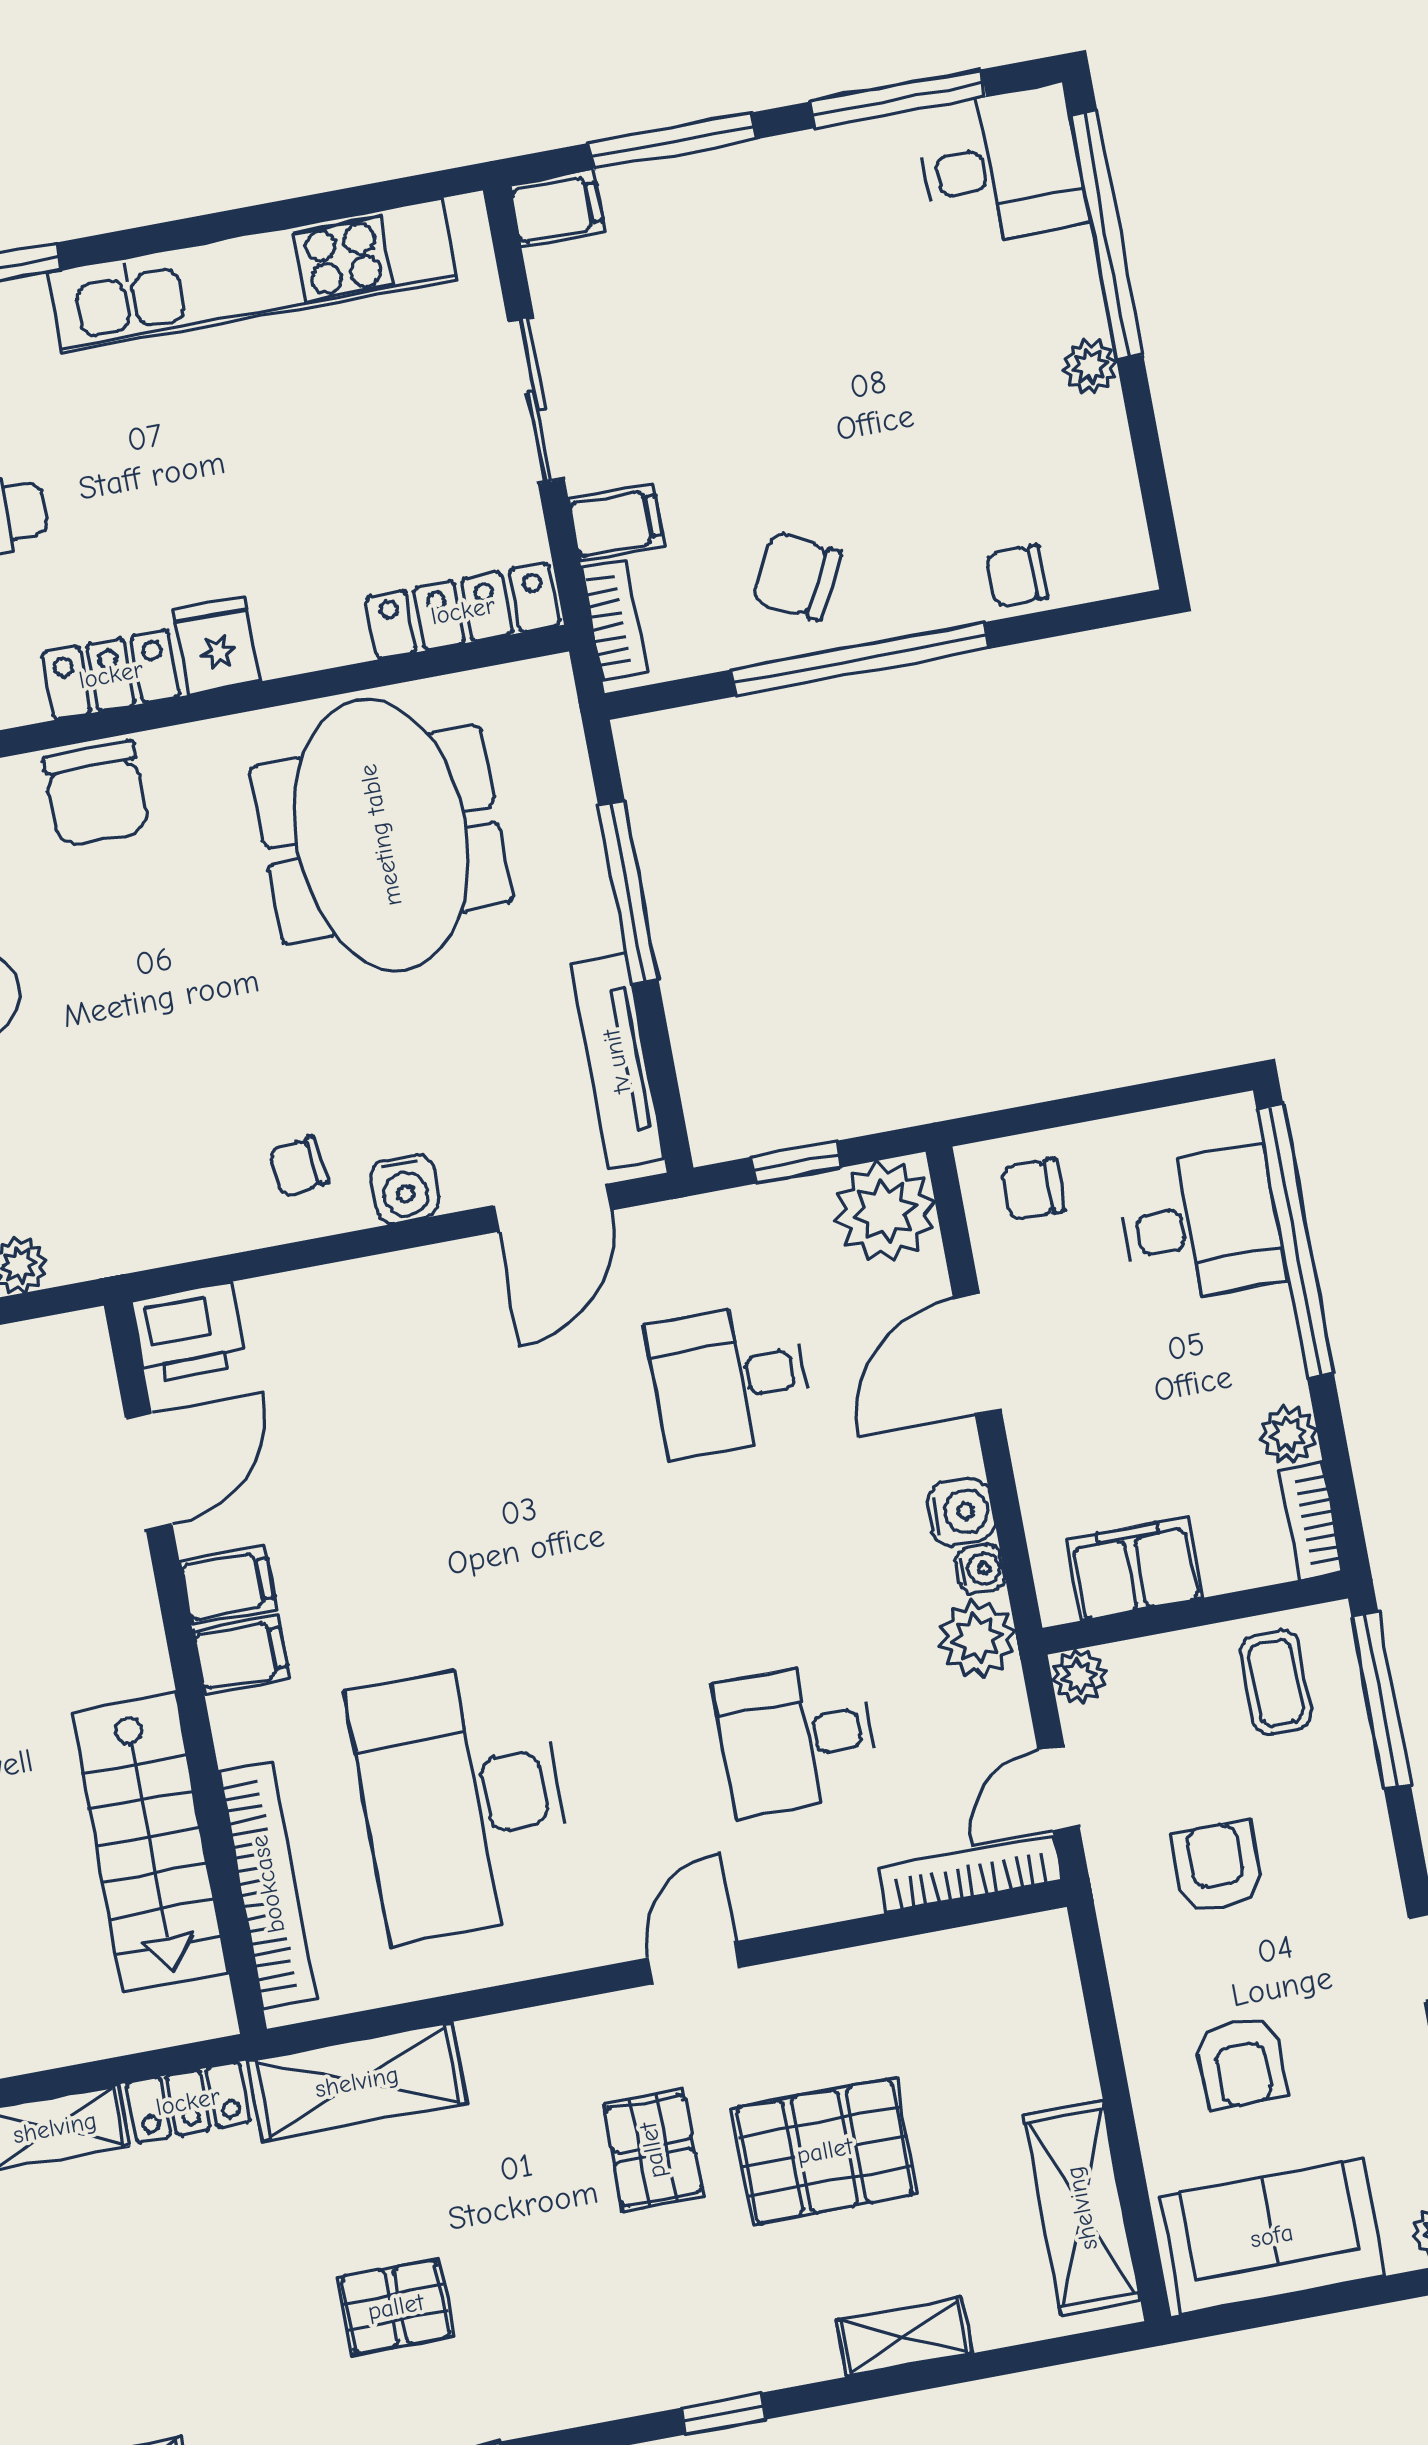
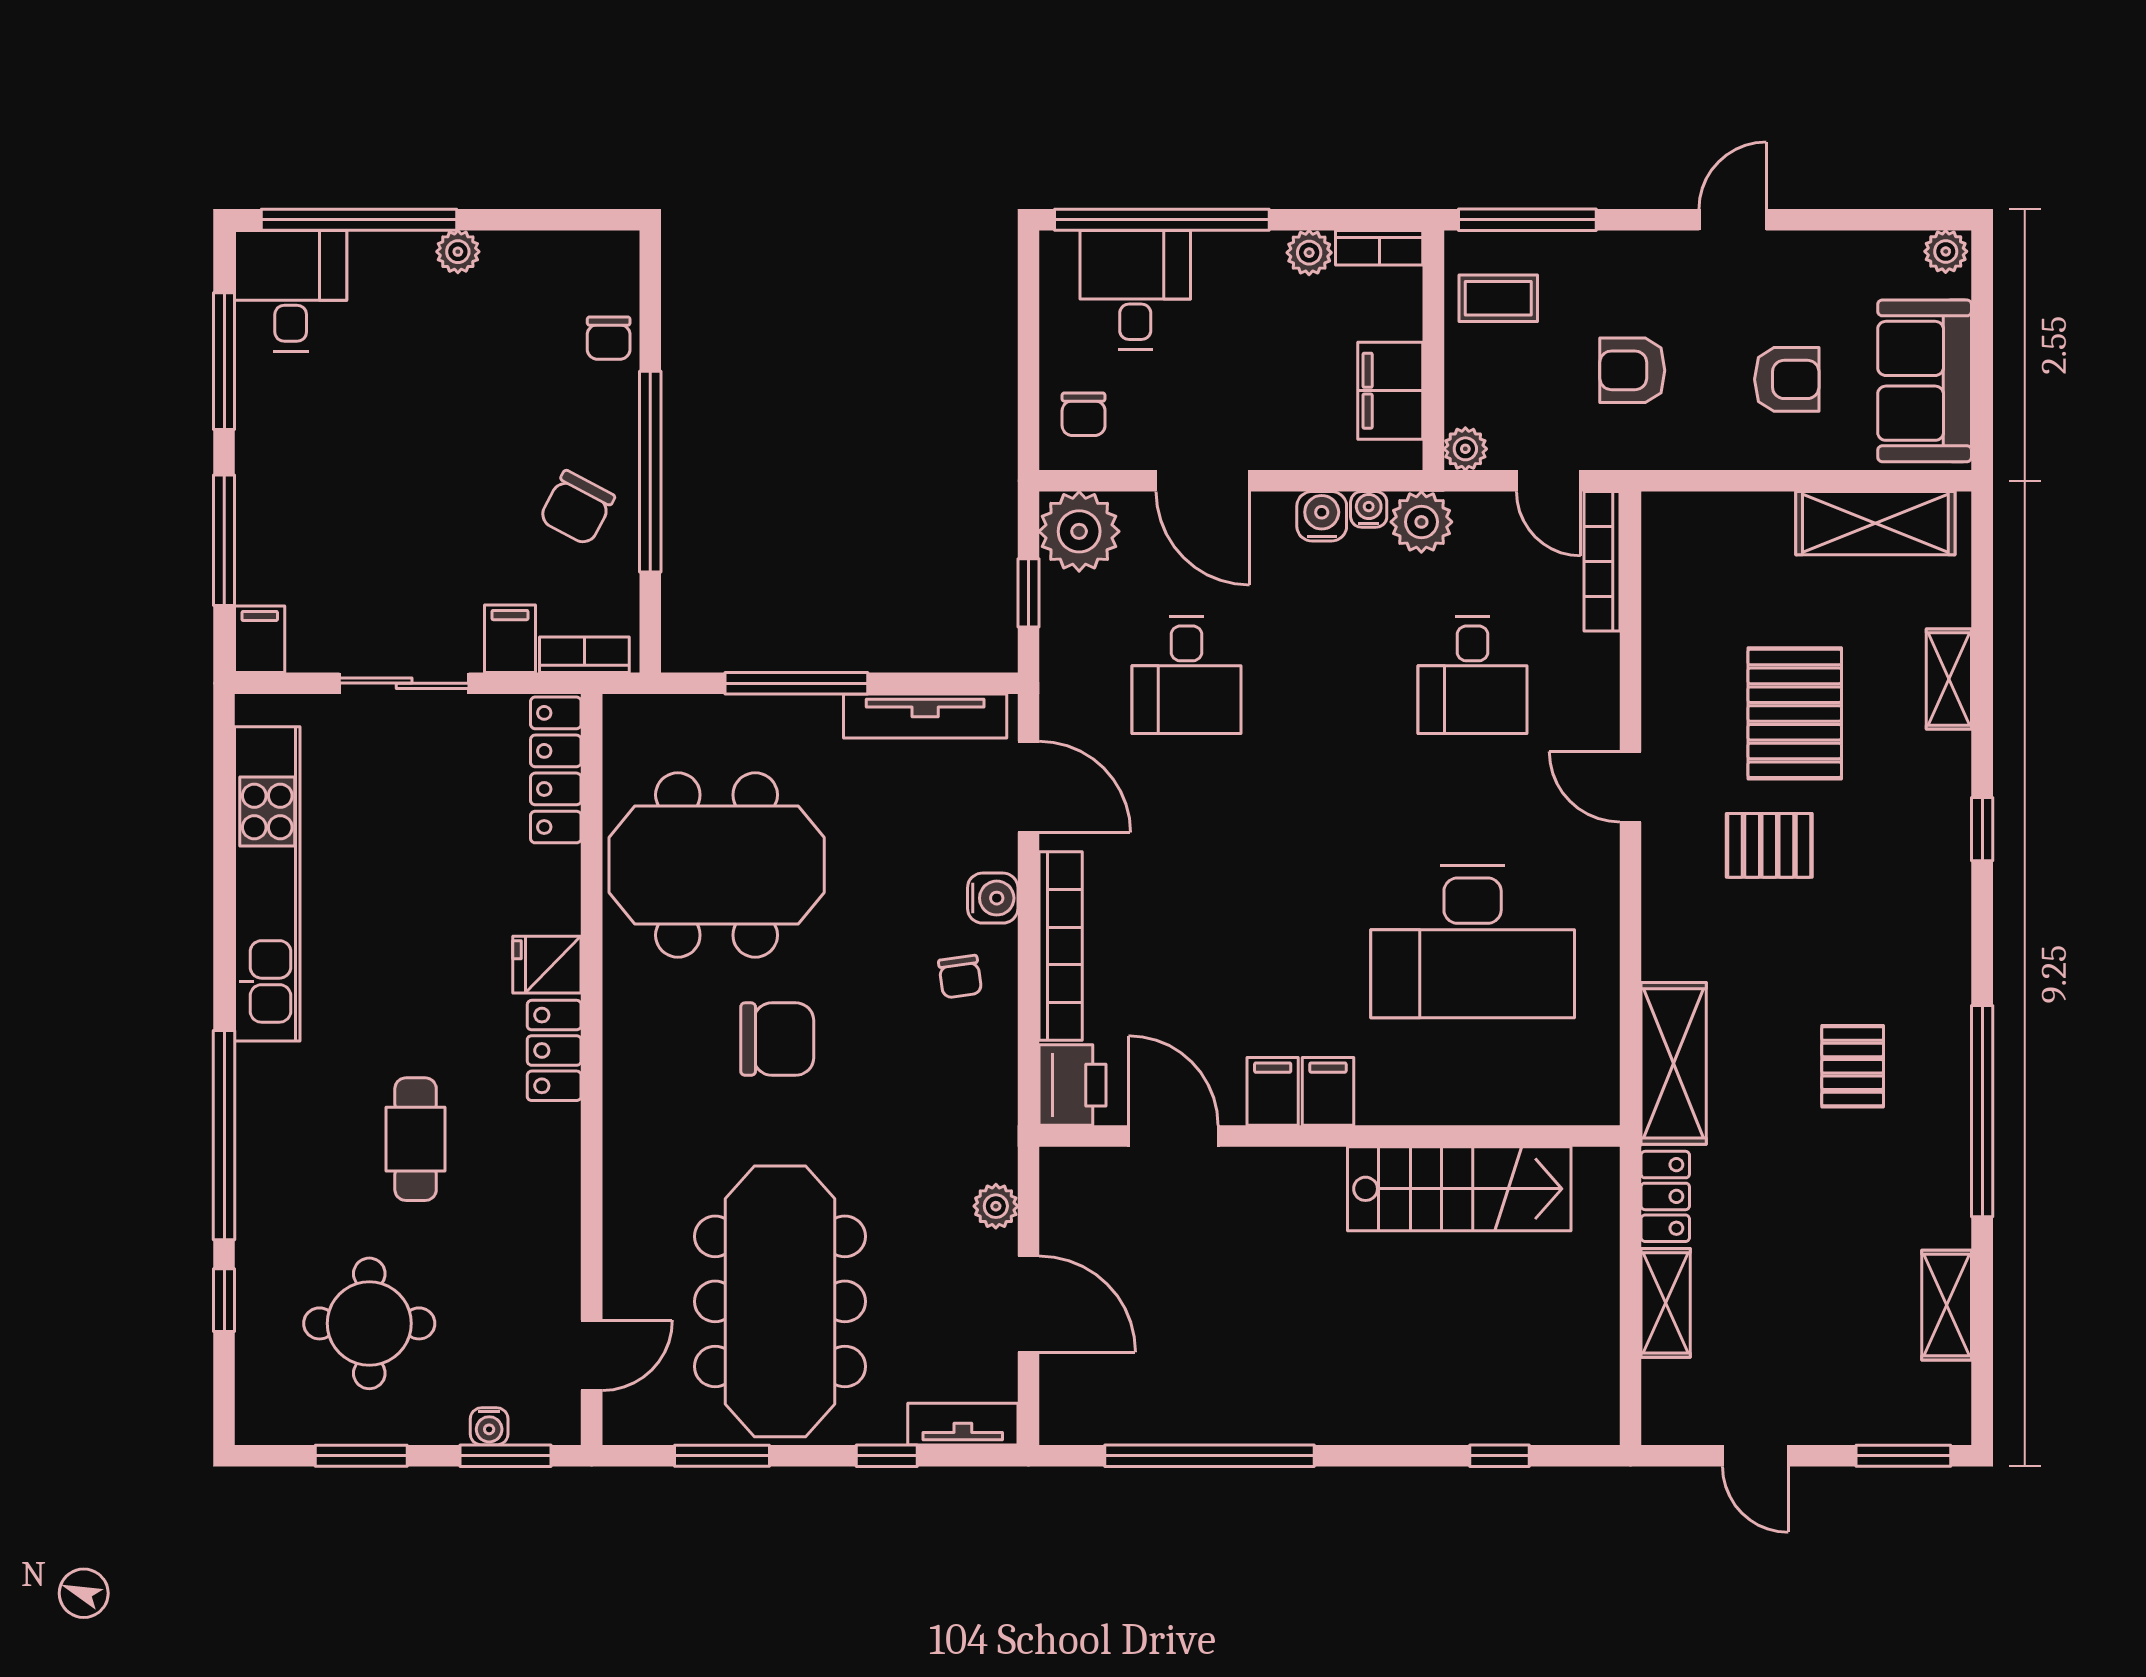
chair: (96, 794) -> (777, 1039), moved
bookcase: (268, 1884) -> (1061, 946), moved, turned 90

